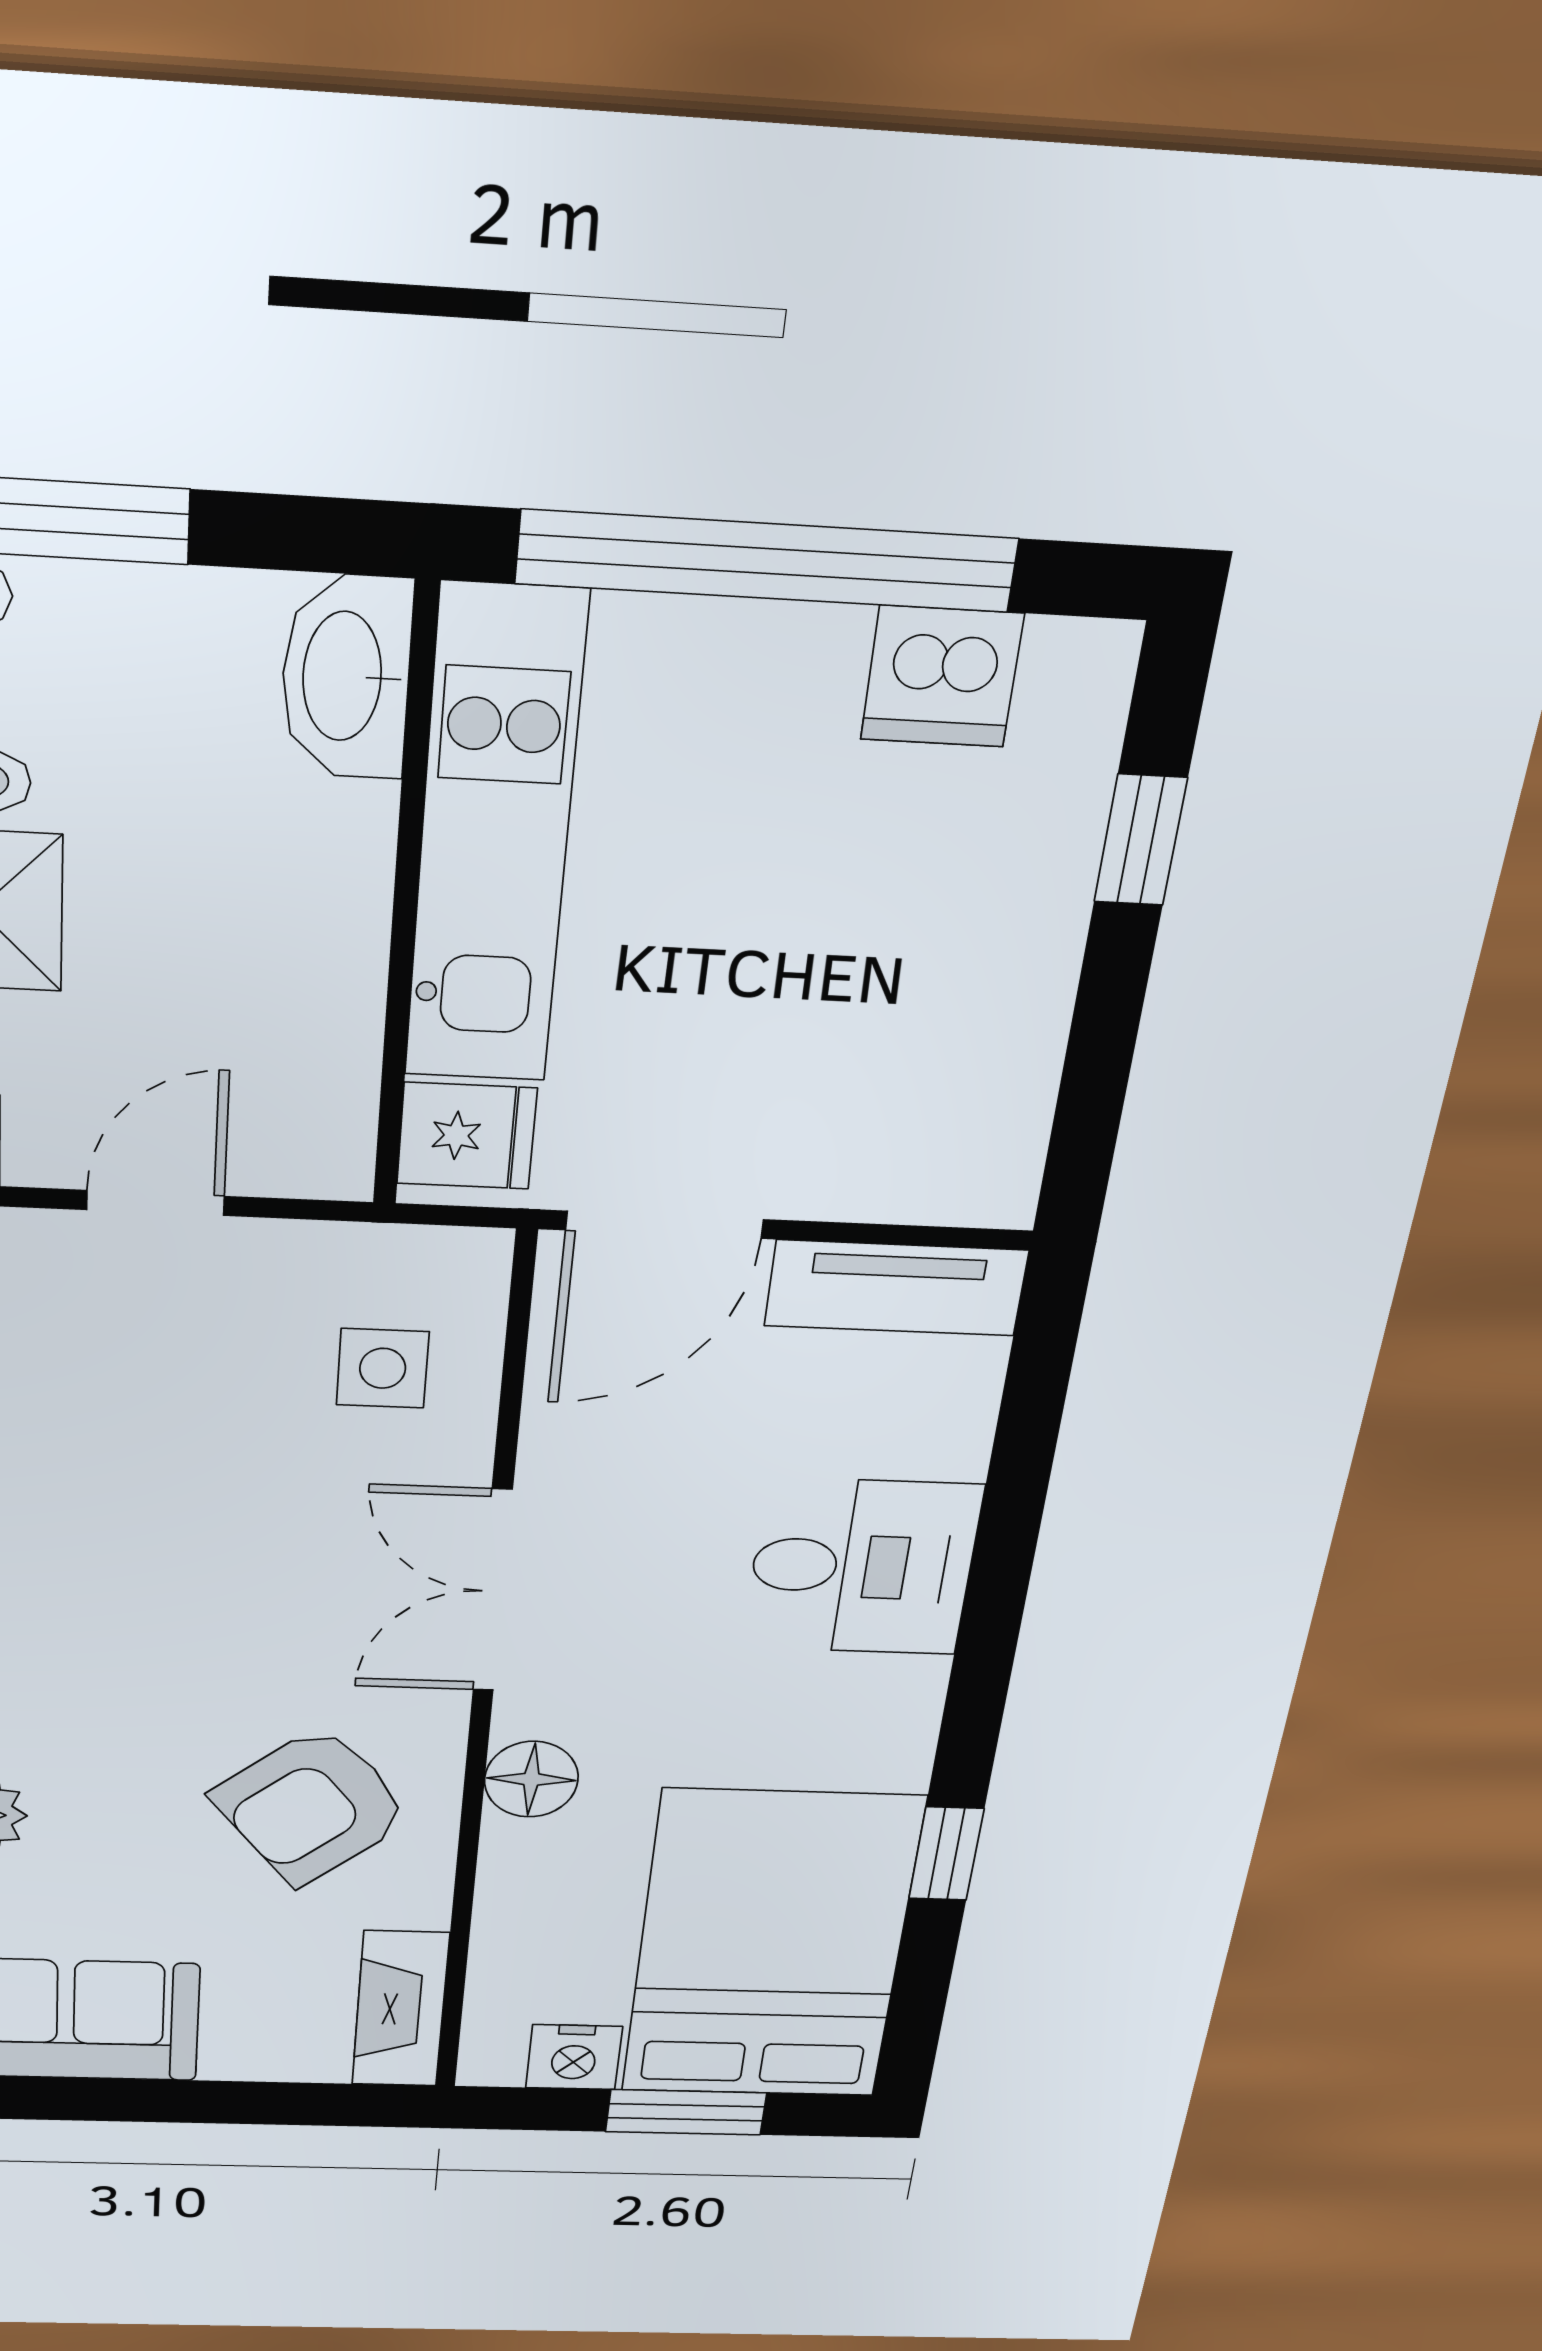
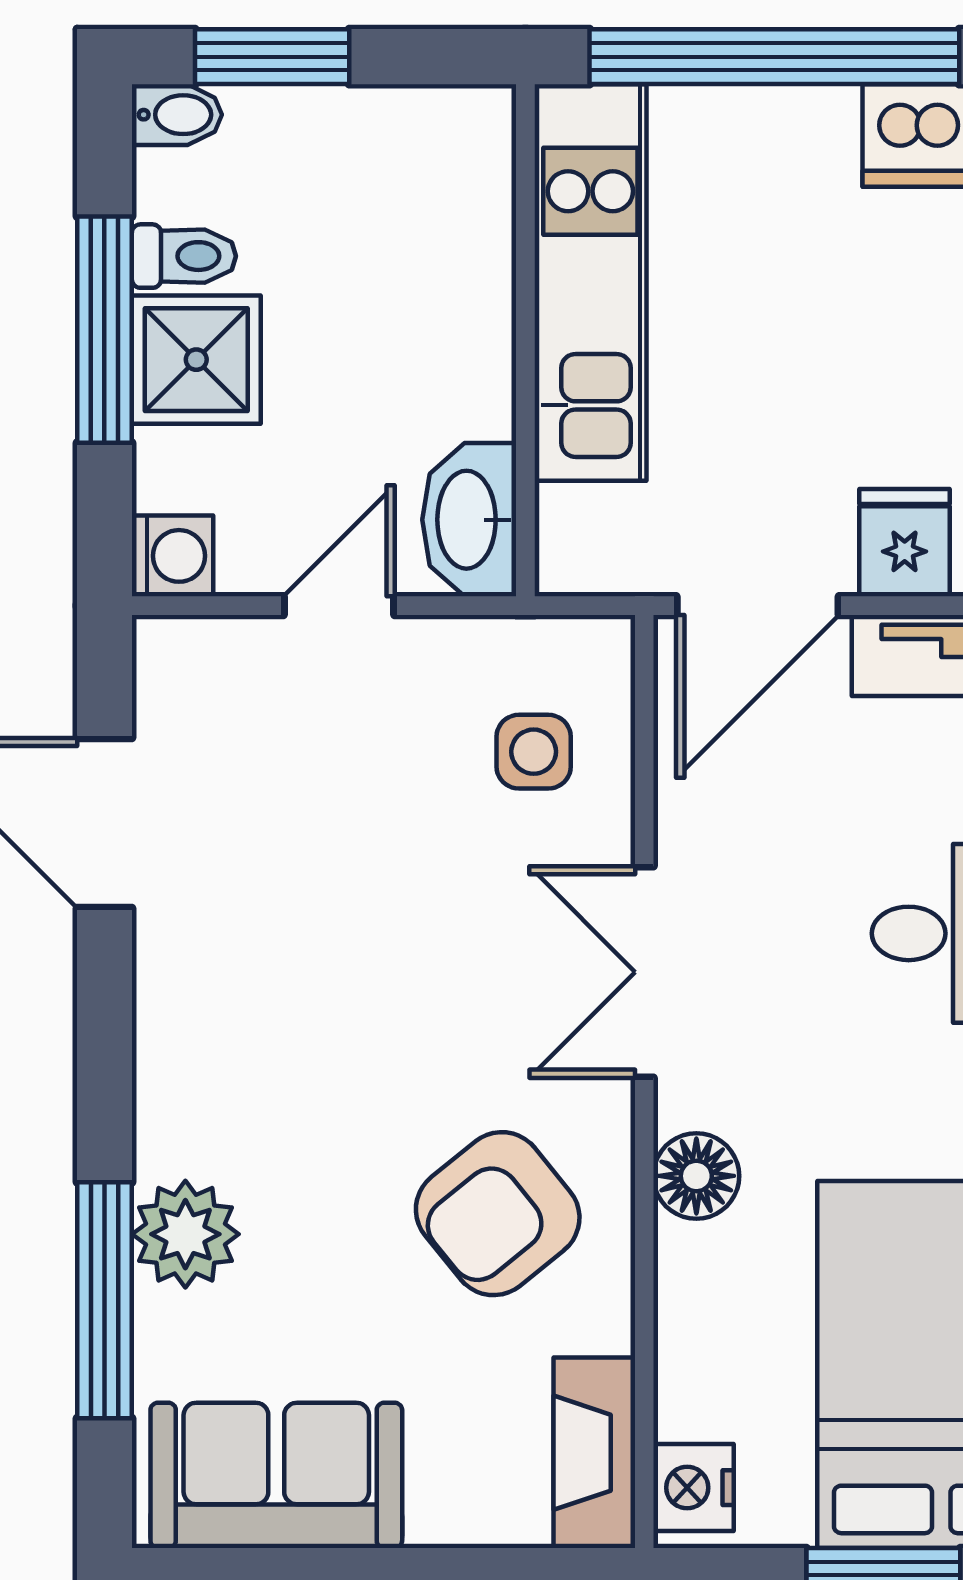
washbasin: (346, 677) -> (469, 520), moved
fridge: (467, 1136) -> (905, 543), moved, turned -90
nightstand: (574, 2057) -> (694, 1488), moved, turned 90

